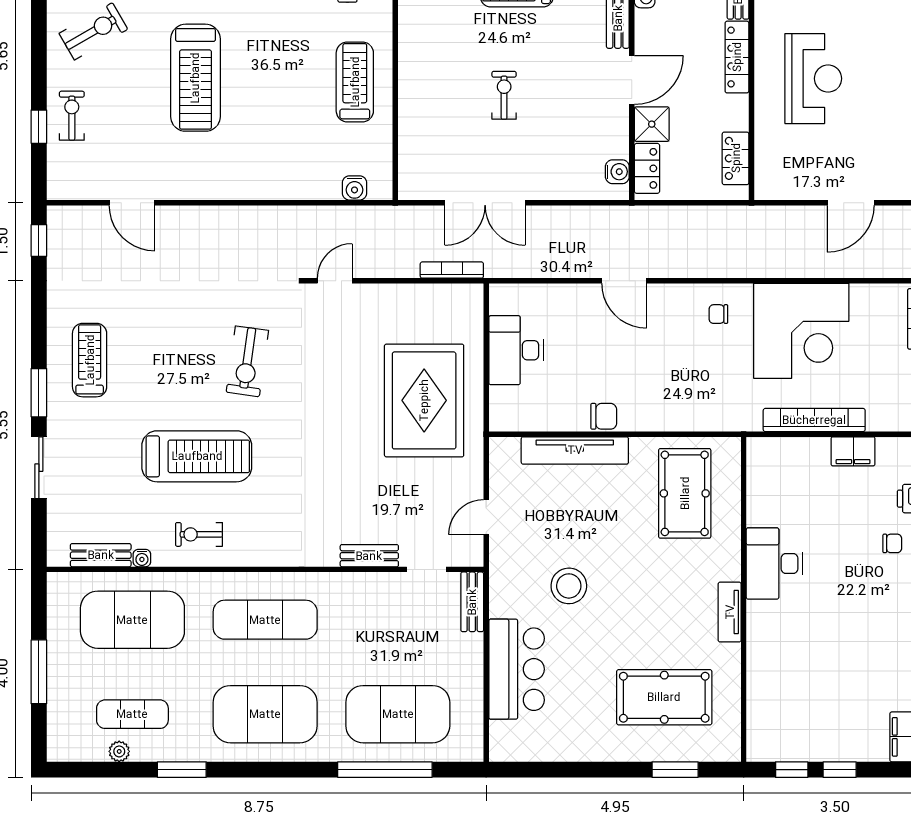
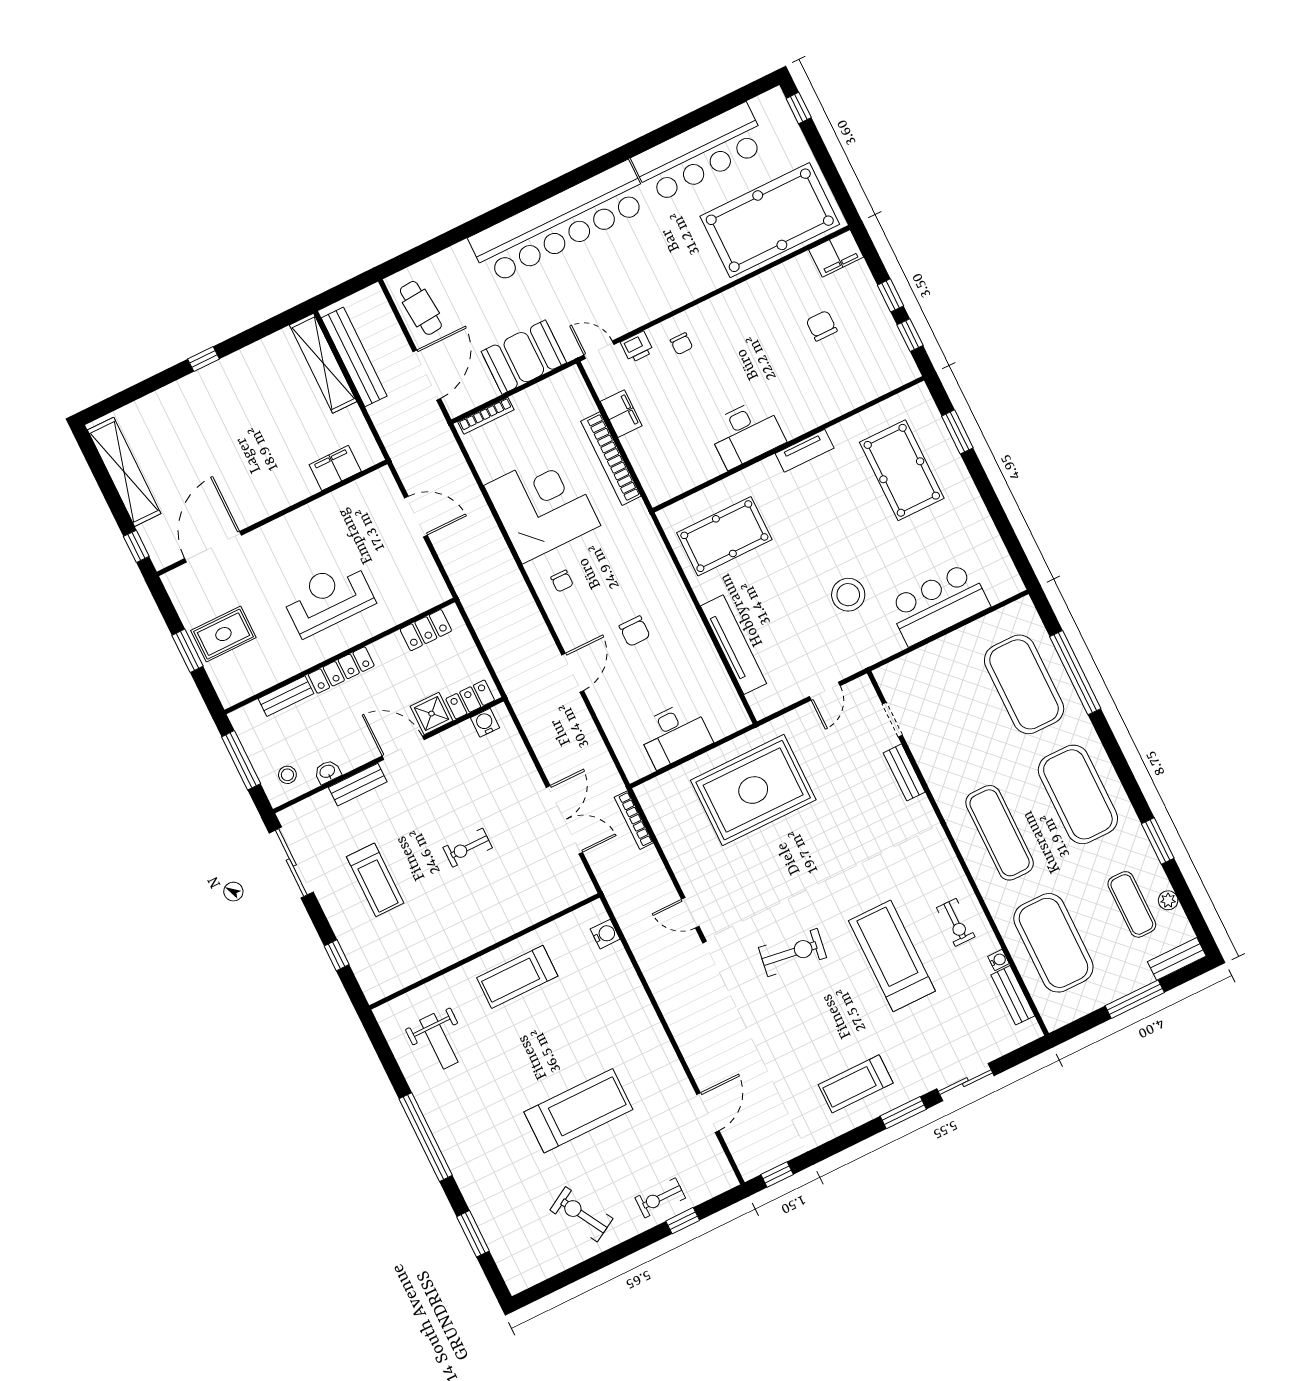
chair: (604, 416) -> (635, 631), moved, turned 180
door: (486, 517) -> (825, 691), hinge flipped
chair: (892, 543) -> (682, 344), turned 180
bench: (472, 602) -> (1177, 959), moved
chair: (843, 688) -> (822, 326), added

